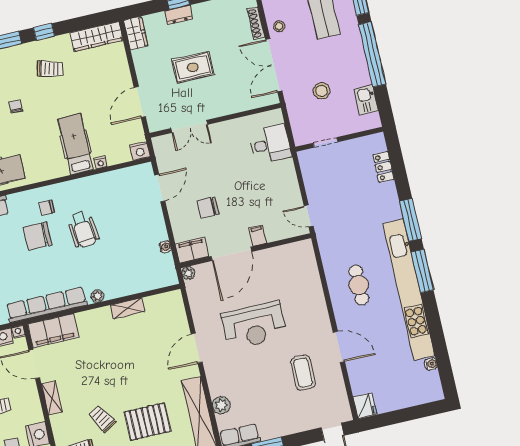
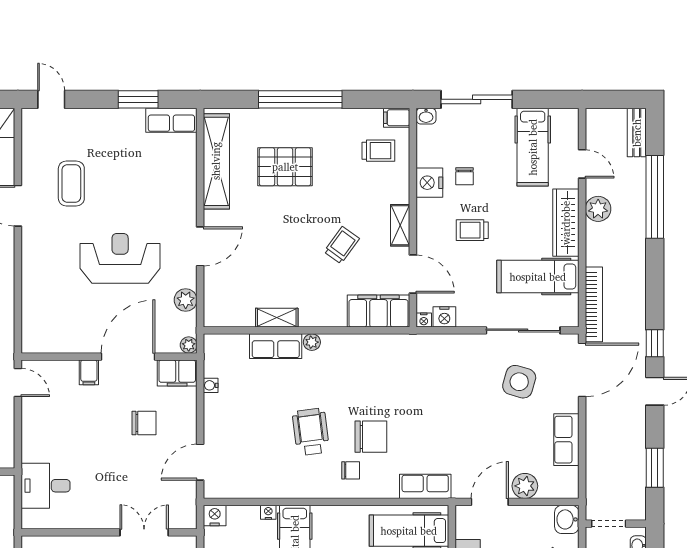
row of seats: (46, 305) -> (276, 346), moved, width x0.50
plant: (221, 405) -> (186, 300), moved
trolley: (102, 419) -> (342, 245), moved, turned -113

